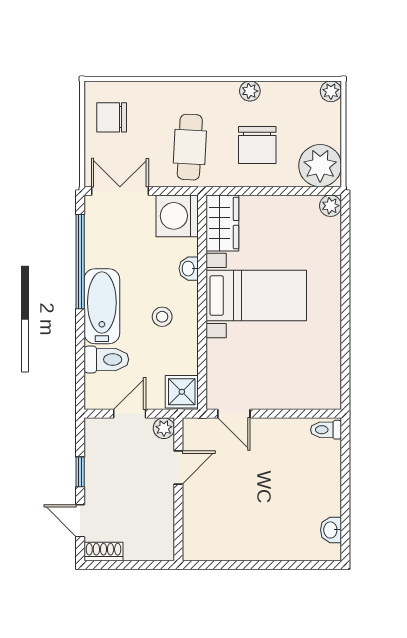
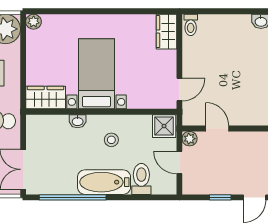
washing machine: (177, 216) -> (41, 129), removed
wardrobe: (316, 395) -> (166, 32), added

